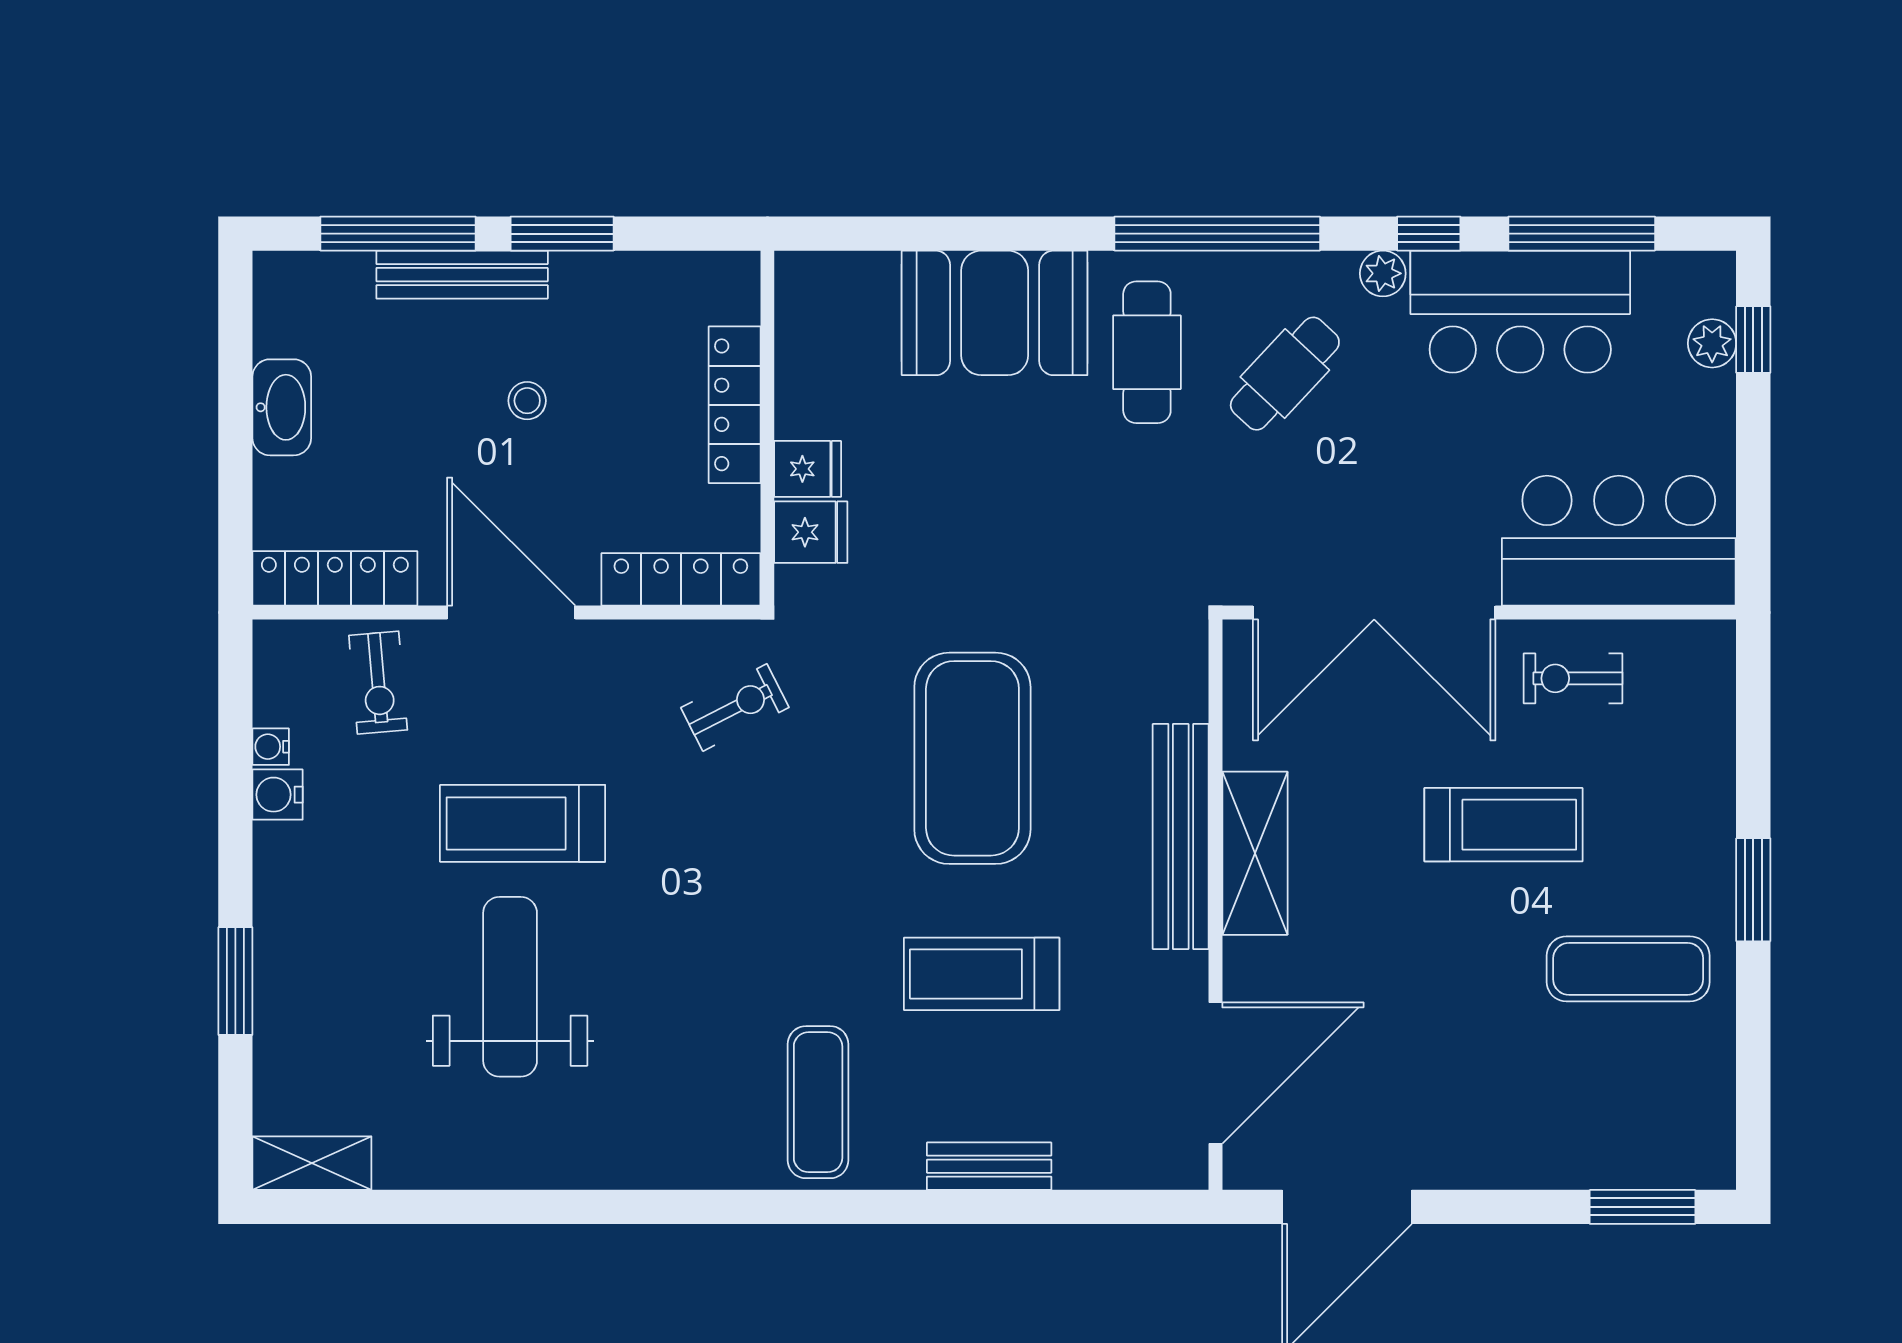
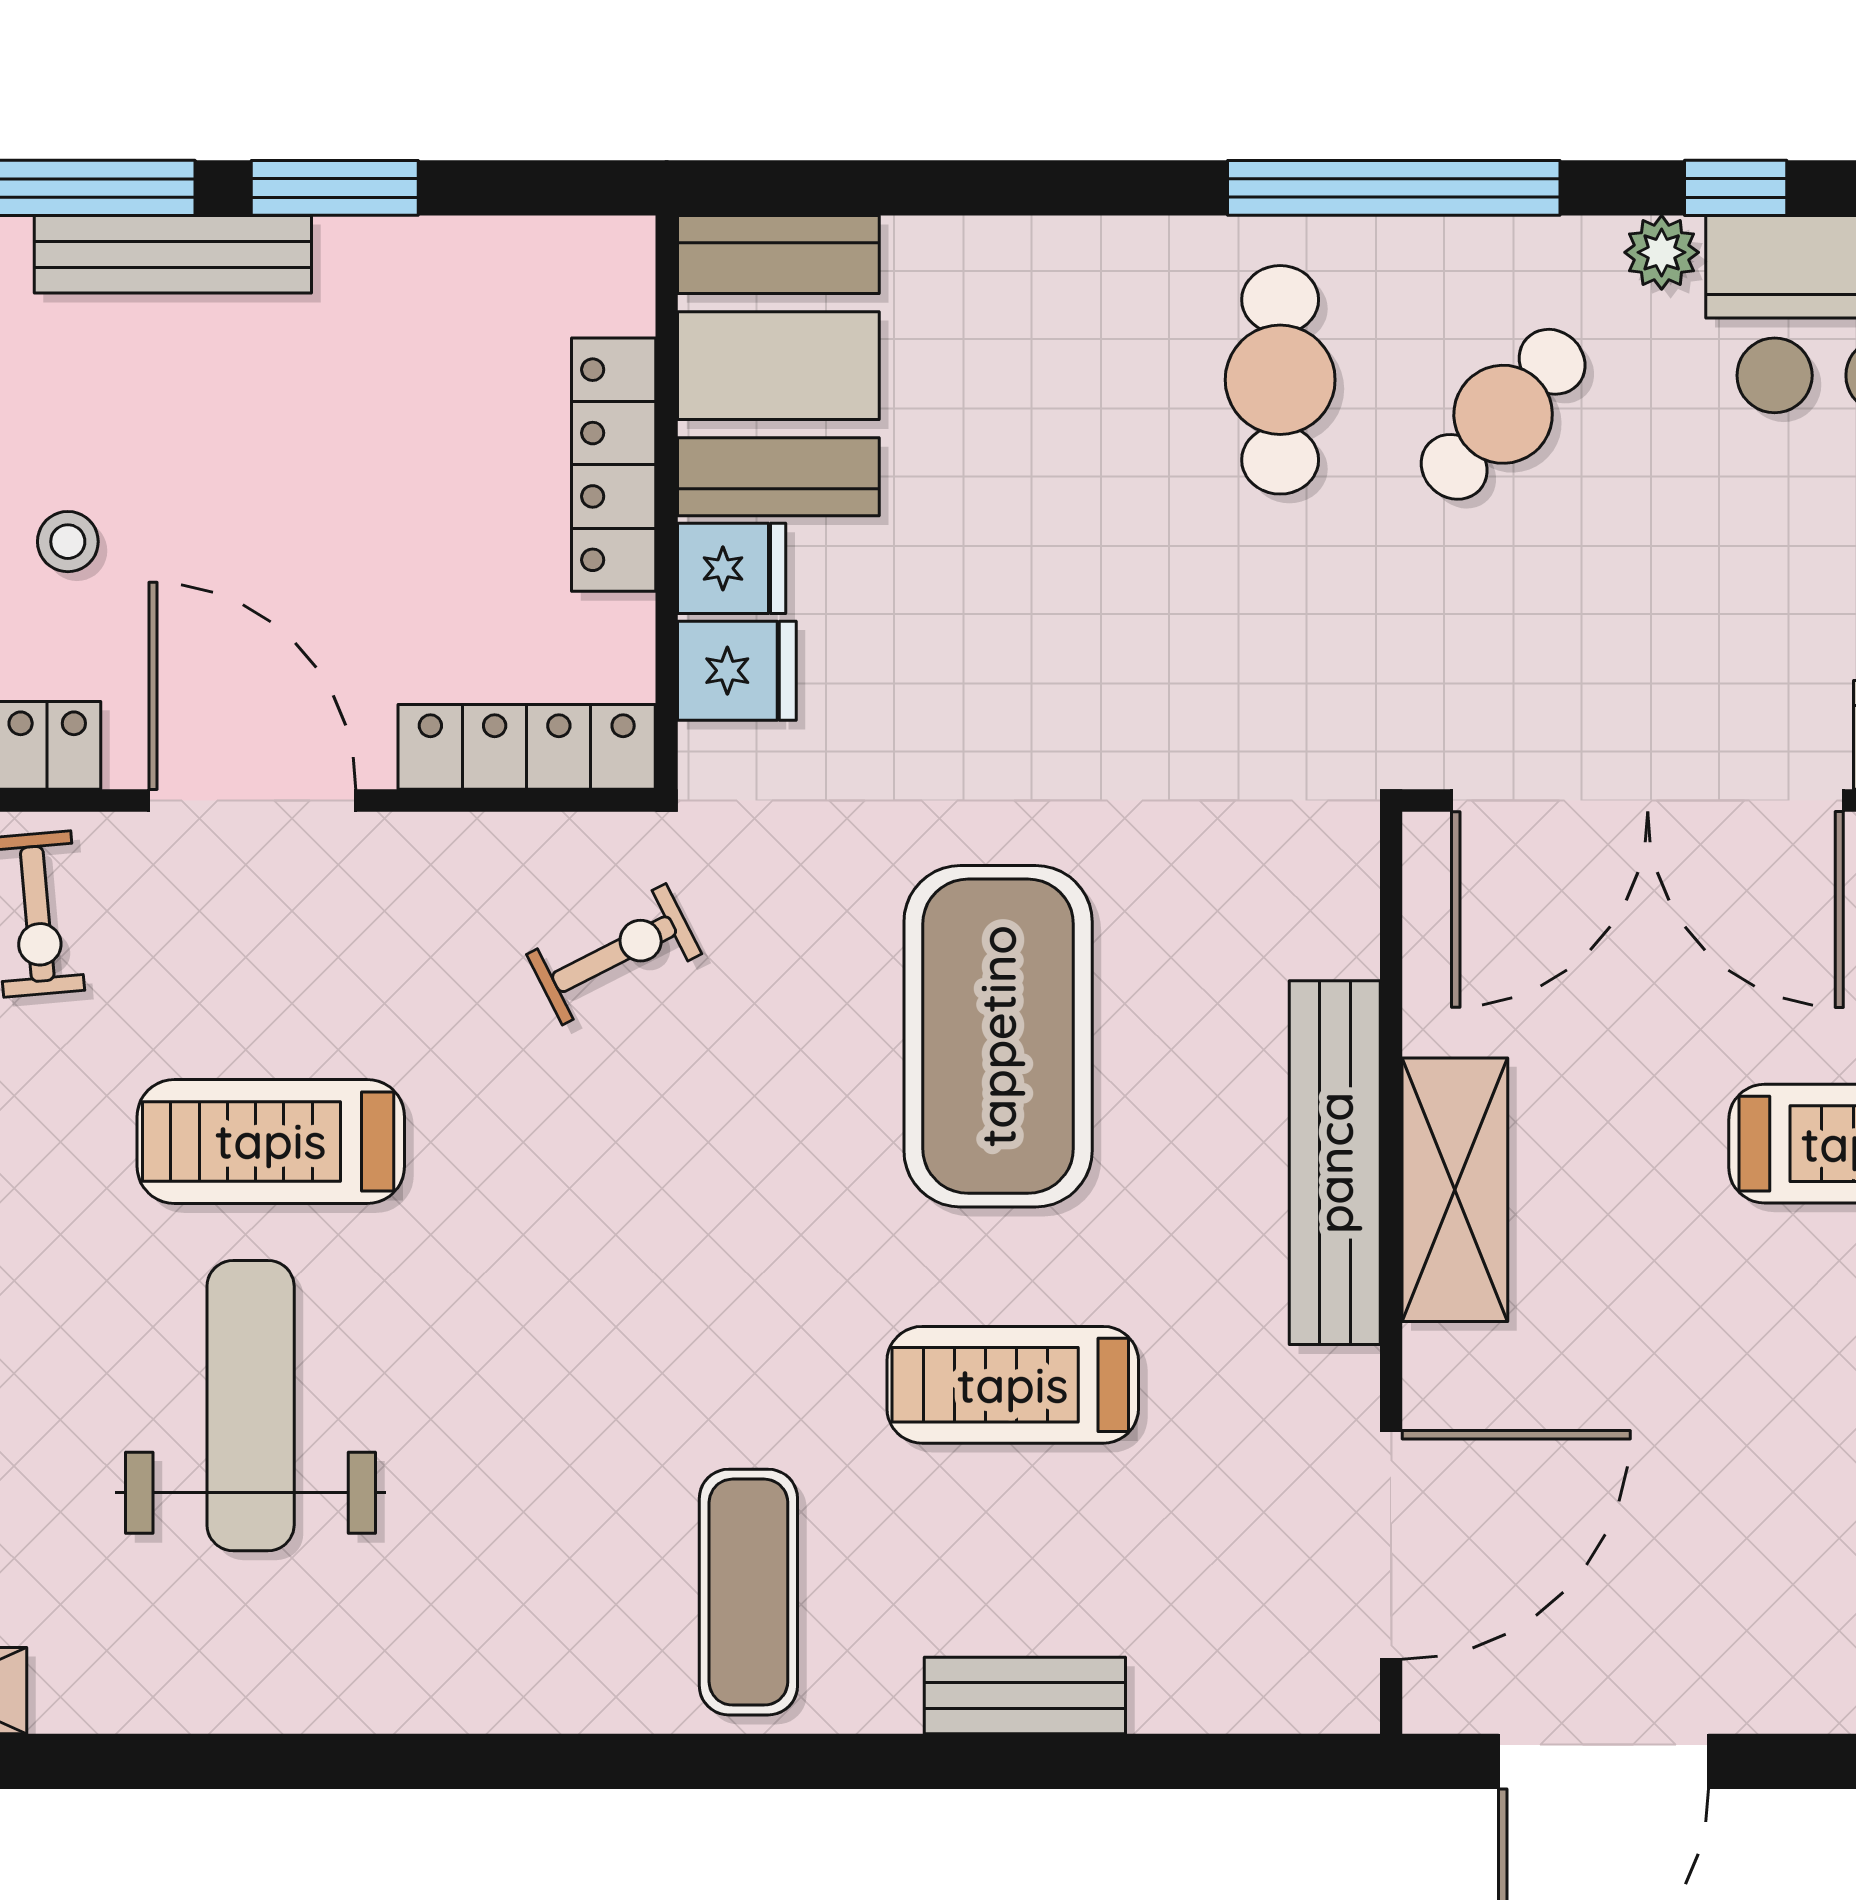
booth: (995, 313) -> (778, 366), moved, turned 90
stool: (527, 401) -> (68, 542), moved

